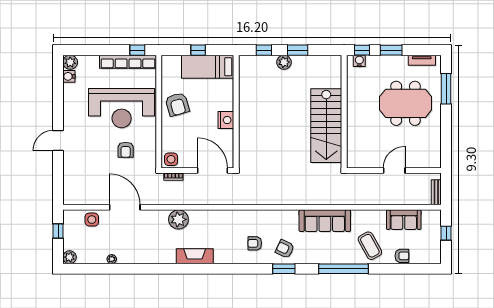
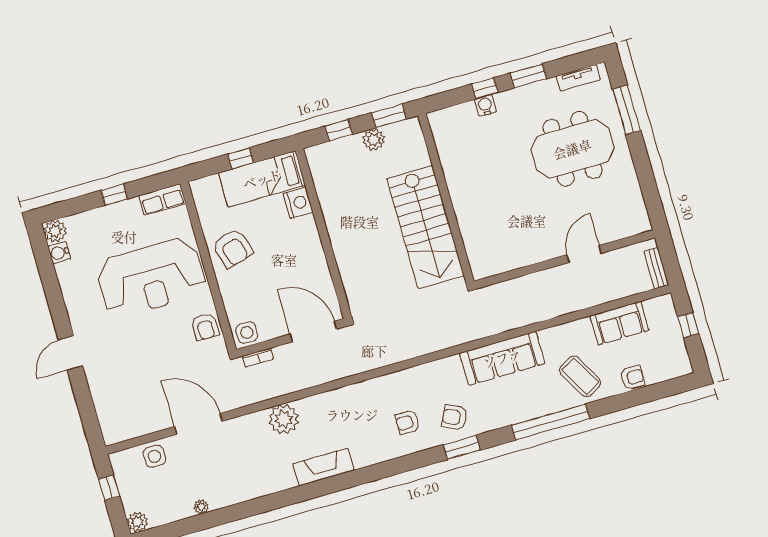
window: (137, 50) -> (114, 195), moved
row of seats: (128, 62) -> (162, 200), width x0.50
wall: (344, 112) -> (446, 198), moved
nightstand: (226, 120) -> (298, 203), moved
stairs: (326, 126) -> (425, 227), moved
armchair: (126, 150) -> (205, 327), moved

